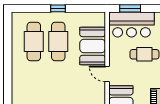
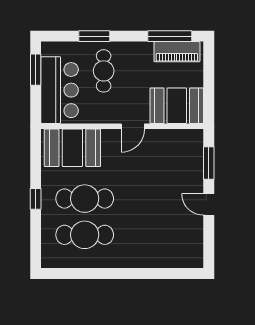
window: (130, 8) -> (36, 70), moved
booth: (93, 46) -> (72, 148), moved

